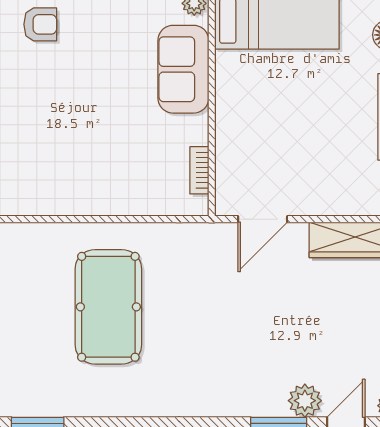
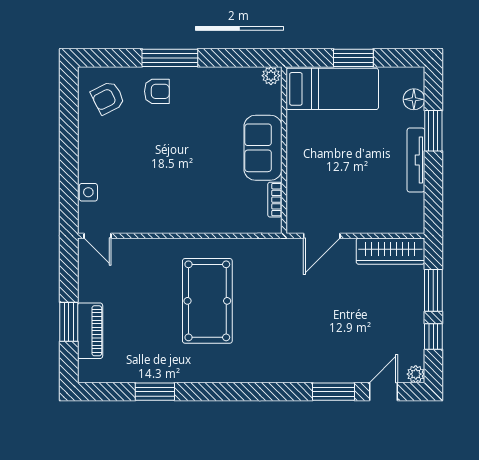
sofa: (183, 69) -> (263, 148), moved
plant: (305, 401) -> (353, 370), removed

